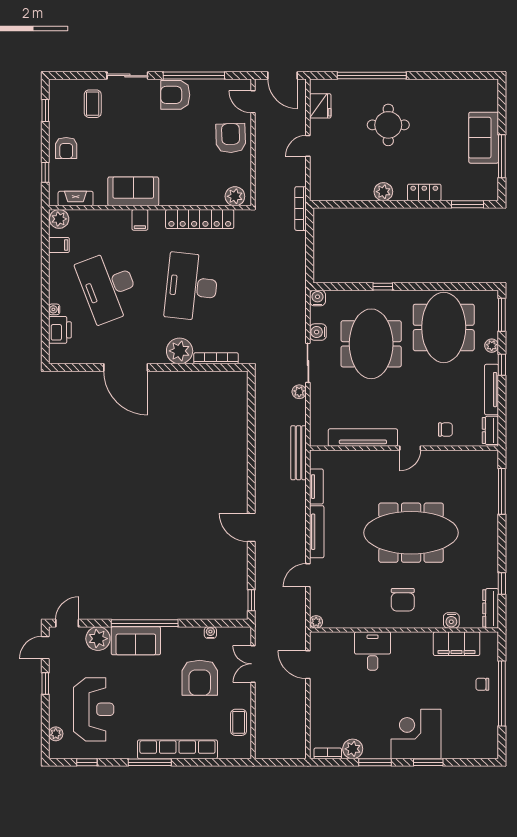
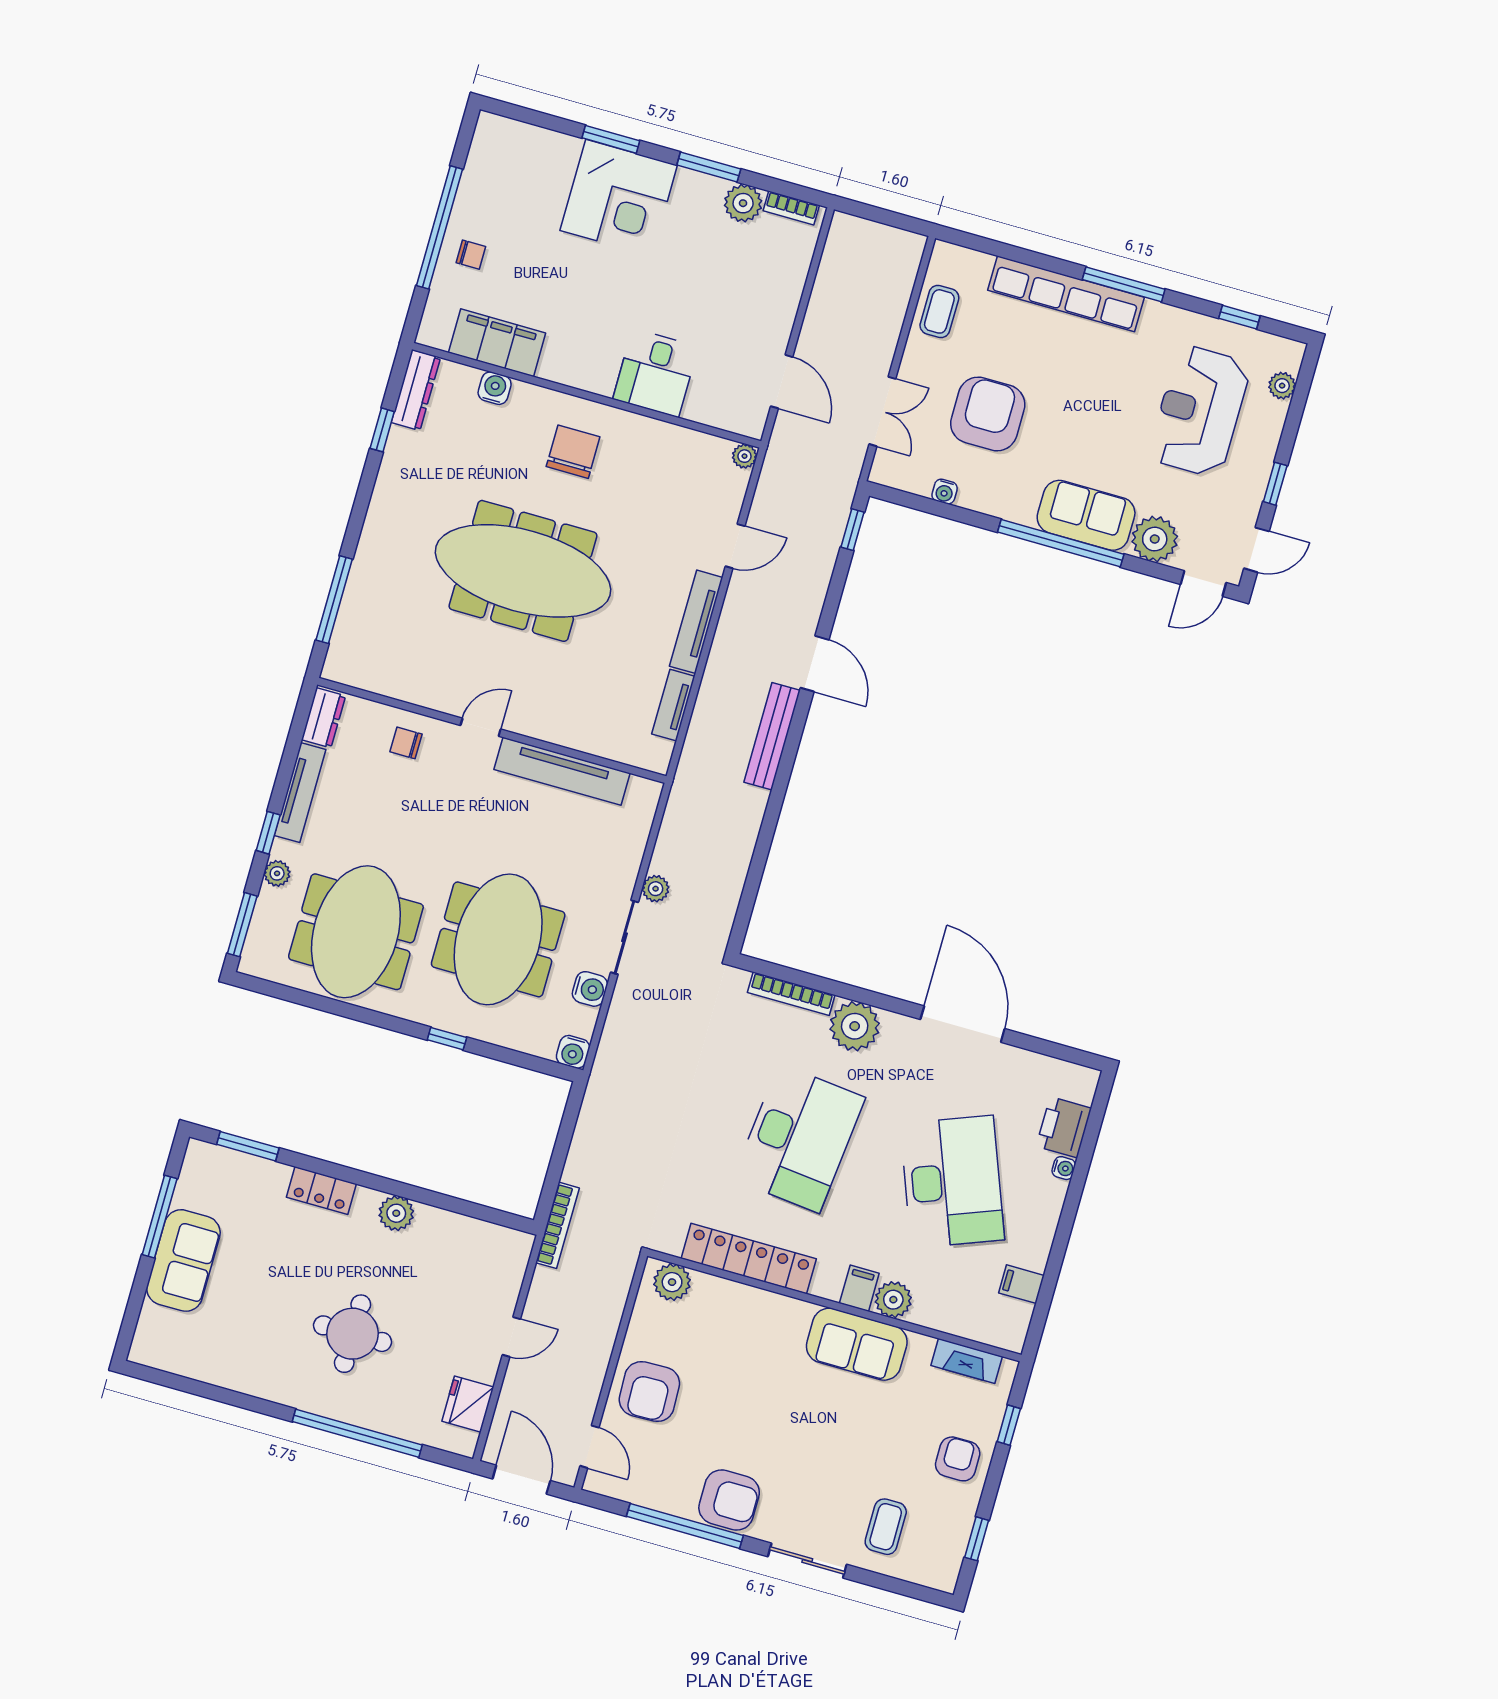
plant: (59, 219) -> (893, 1300), moved
bench: (299, 453) -> (772, 736), moved

